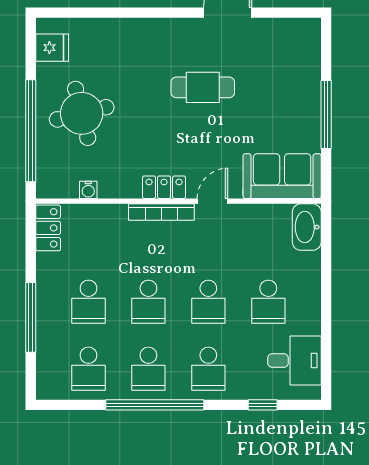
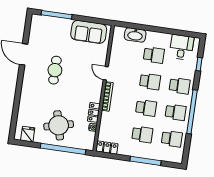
window: (326, 114) -> (57, 15), moved
sofa: (282, 176) -> (89, 32), moved, turned -90
locker: (164, 187) -> (94, 112), moved
washbasin: (307, 227) -> (135, 35), moved

